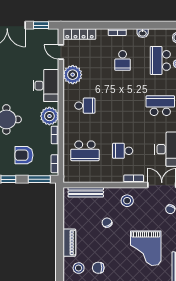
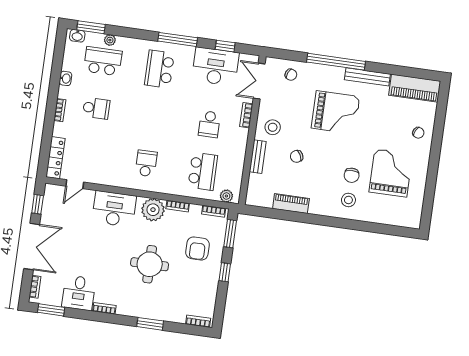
school desk: (160, 60) -> (103, 61), turned 180
plant: (73, 75) -> (226, 196), moved, width x0.53, depth x0.53
bench: (86, 192) -> (258, 157), moved, width x0.73
piano: (69, 243) -> (291, 204), moved

